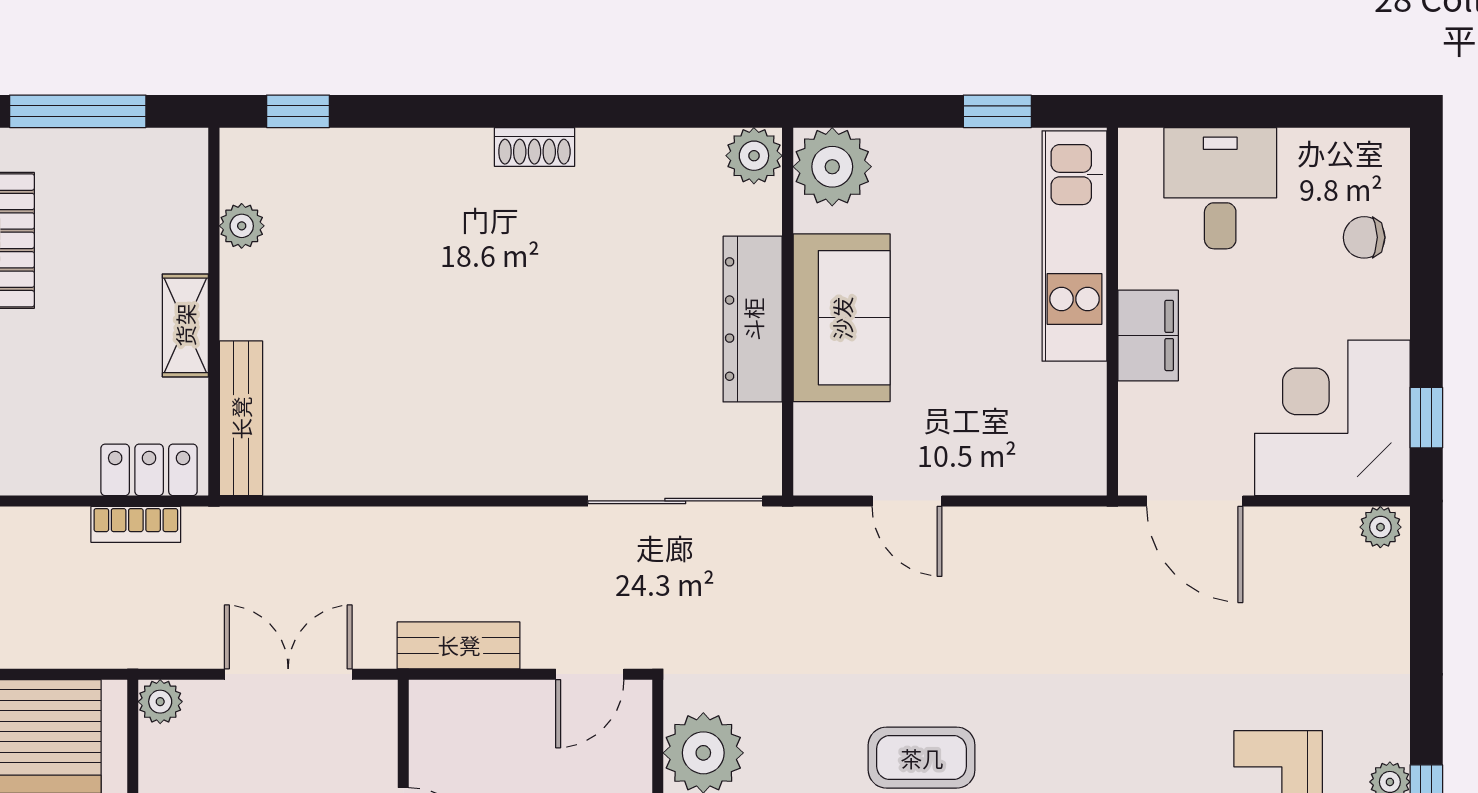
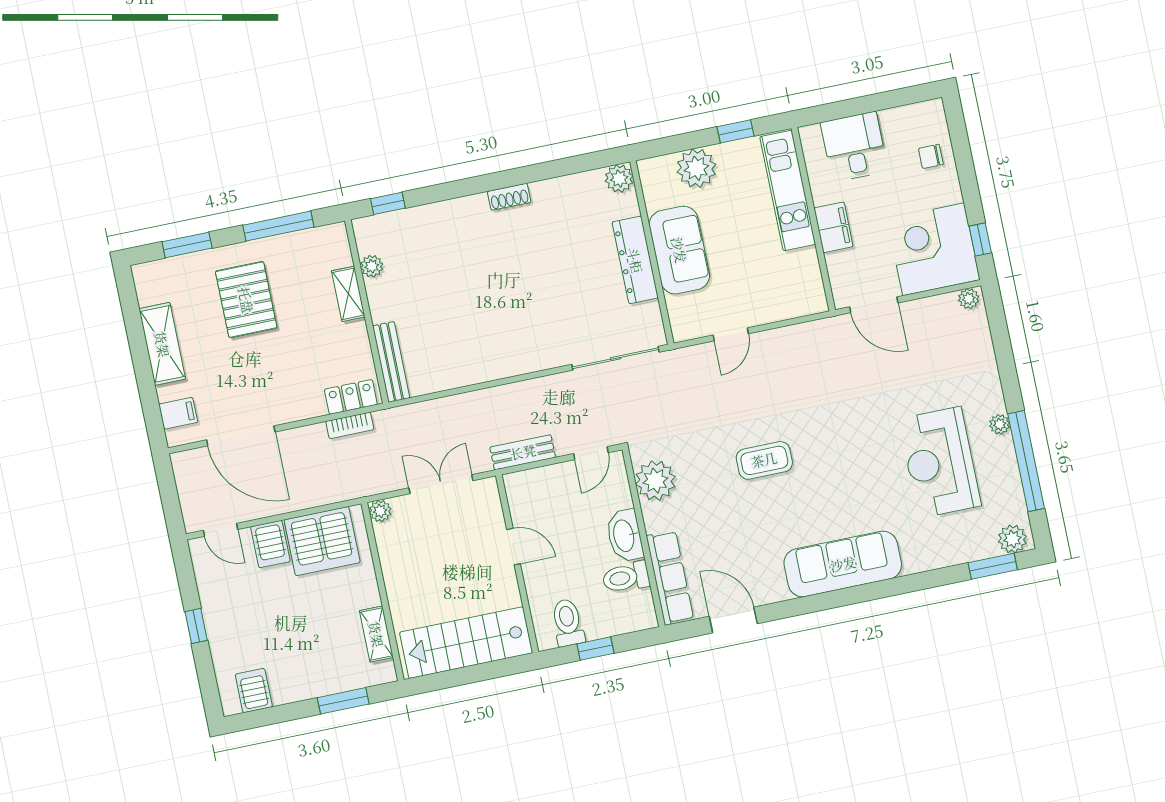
plant: (832, 167) -> (696, 168), moved
shelving: (185, 325) -> (348, 294), moved
door: (907, 501) -> (731, 334), hinge flipped

